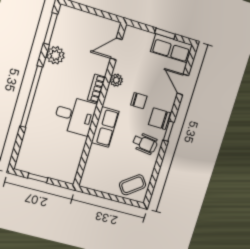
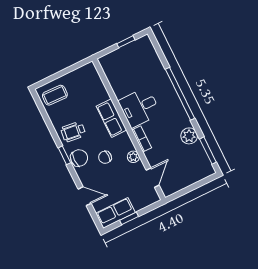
coffee table: (133, 185) -> (55, 95), turned 39

